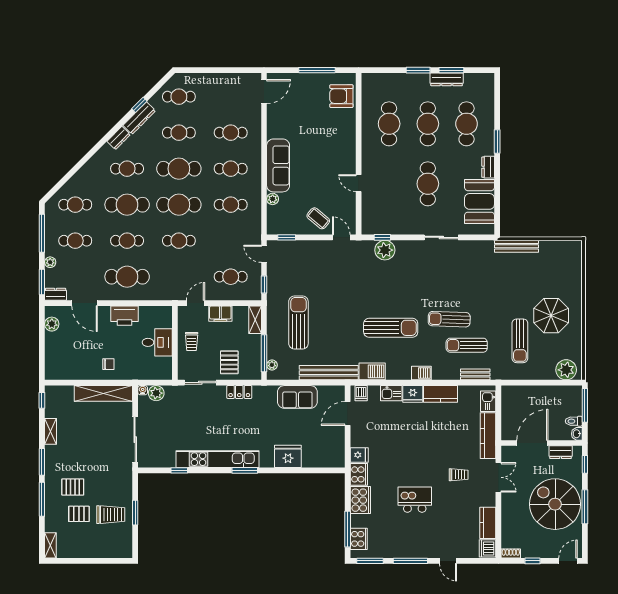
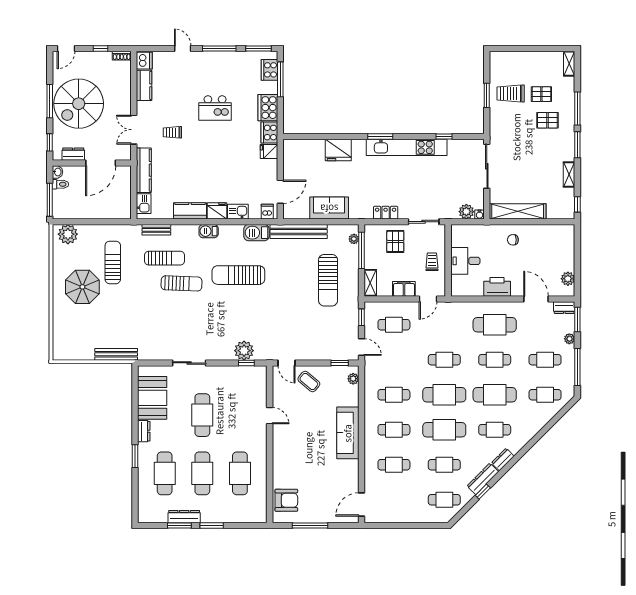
plant: (273, 199) -> (353, 379), moved
spiral stairs: (555, 504) -> (79, 104), turned 90

